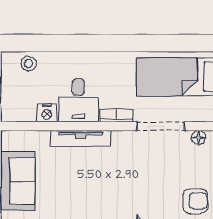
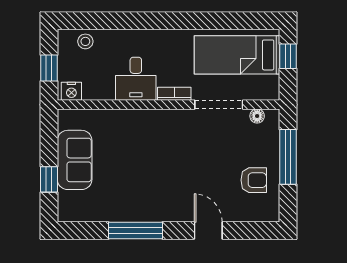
nightstand: (47, 113) -> (71, 91), moved
tv unit: (81, 138) -> (138, 117), removed

